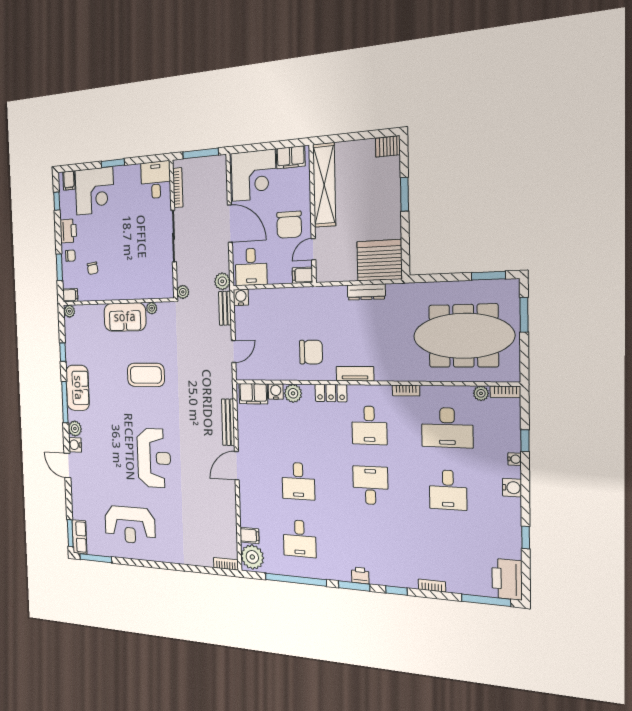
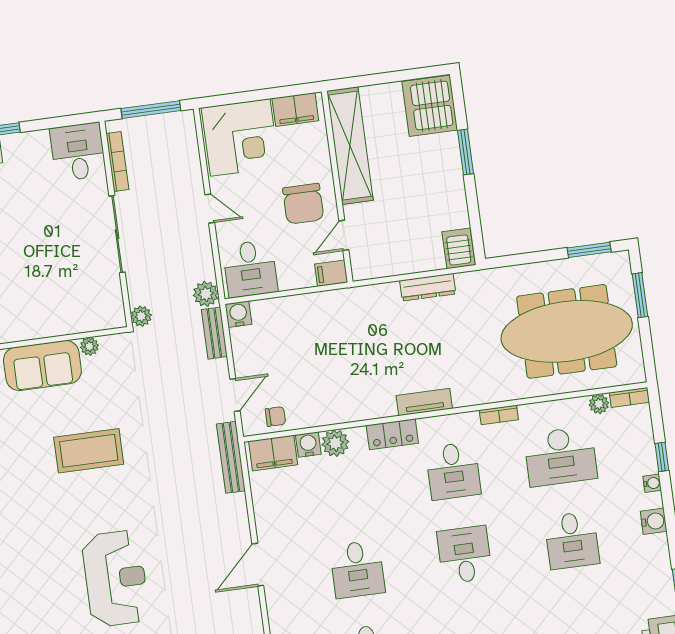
server rack: (388, 146) -> (430, 106), width x2.18, depth x1.44
door: (230, 223) -> (210, 208), width x0.53
server rack: (379, 260) -> (459, 248), width x0.46, depth x0.70
chair: (311, 352) -> (275, 416), moved, width x0.54, depth x0.54
bench: (228, 422) -> (231, 457), moved

